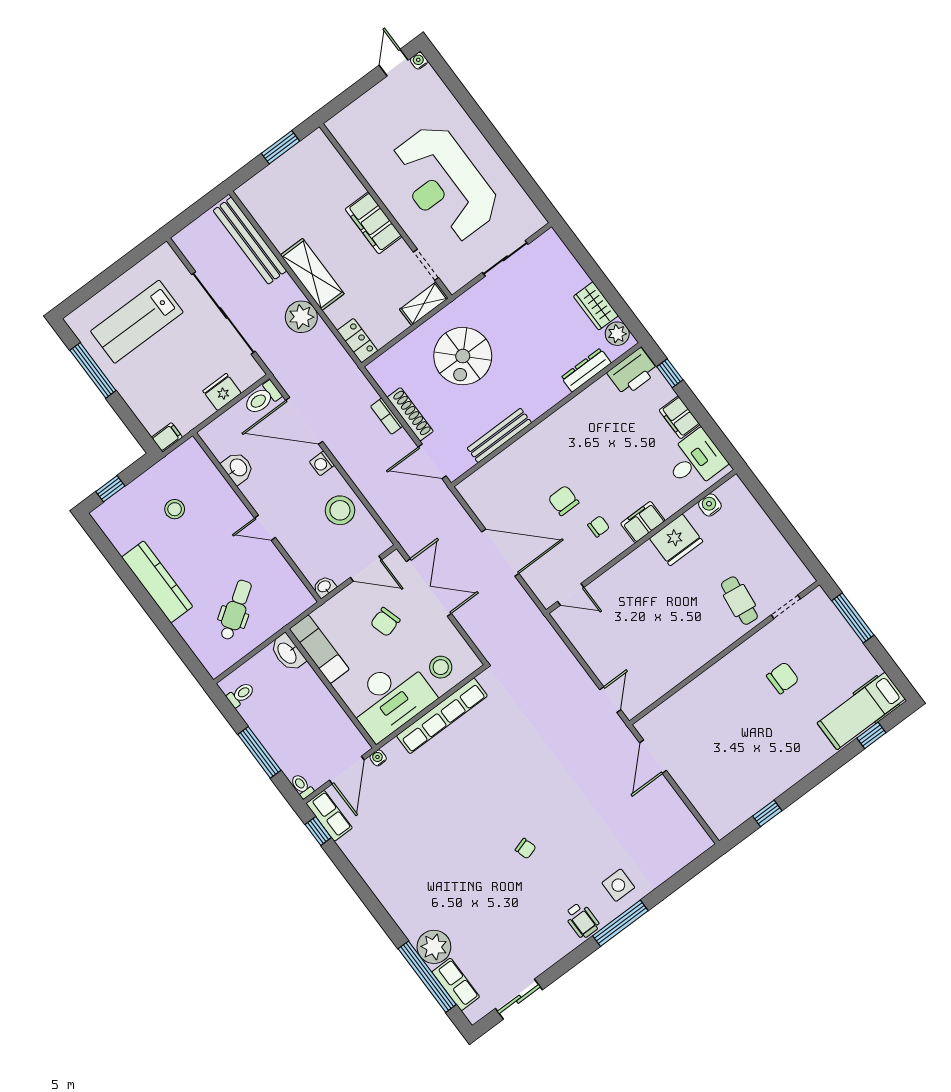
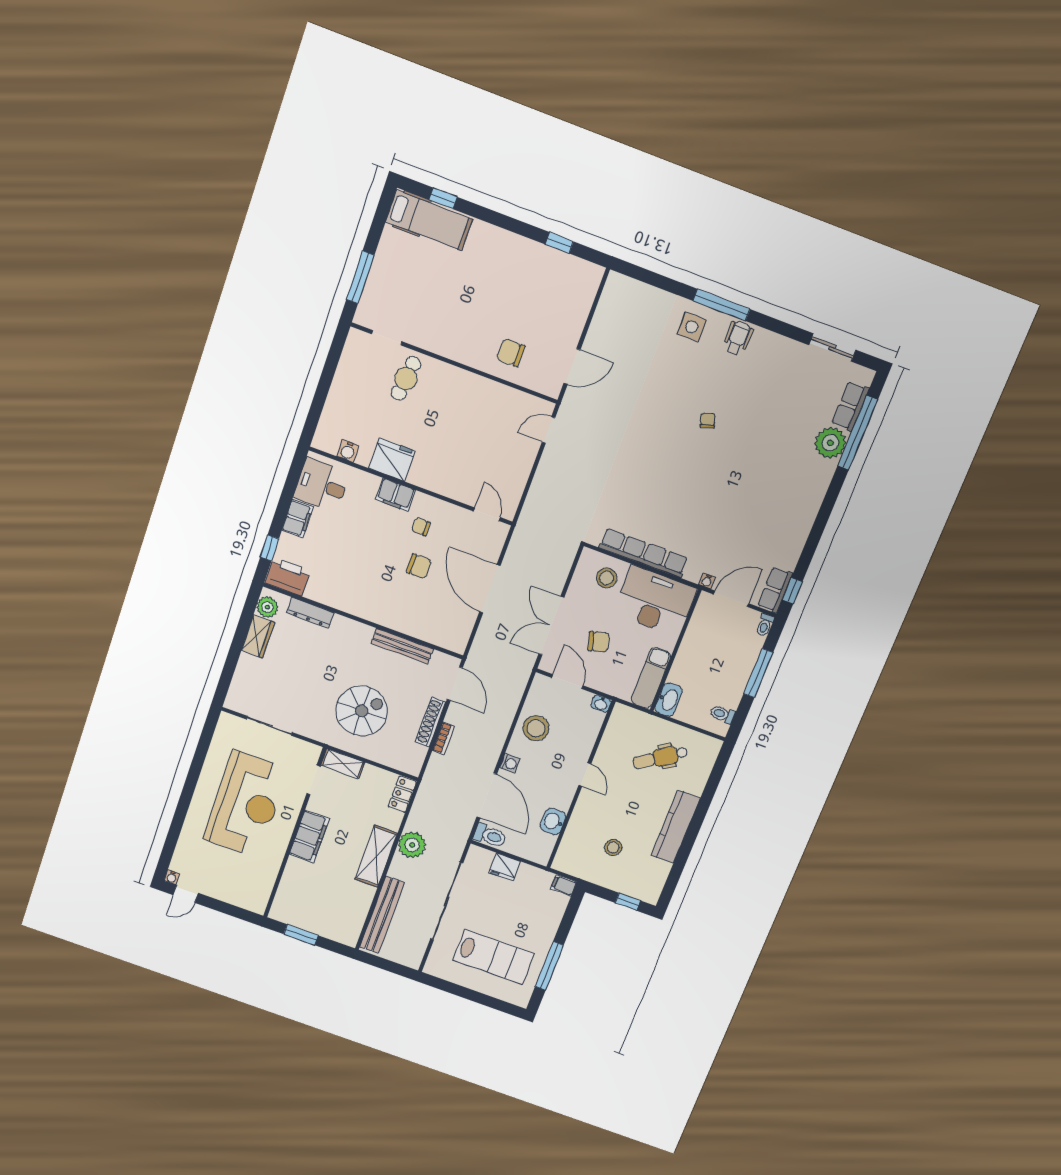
chair: (564, 500) -> (419, 566), turned -90
chair: (783, 678) -> (511, 353), moved

